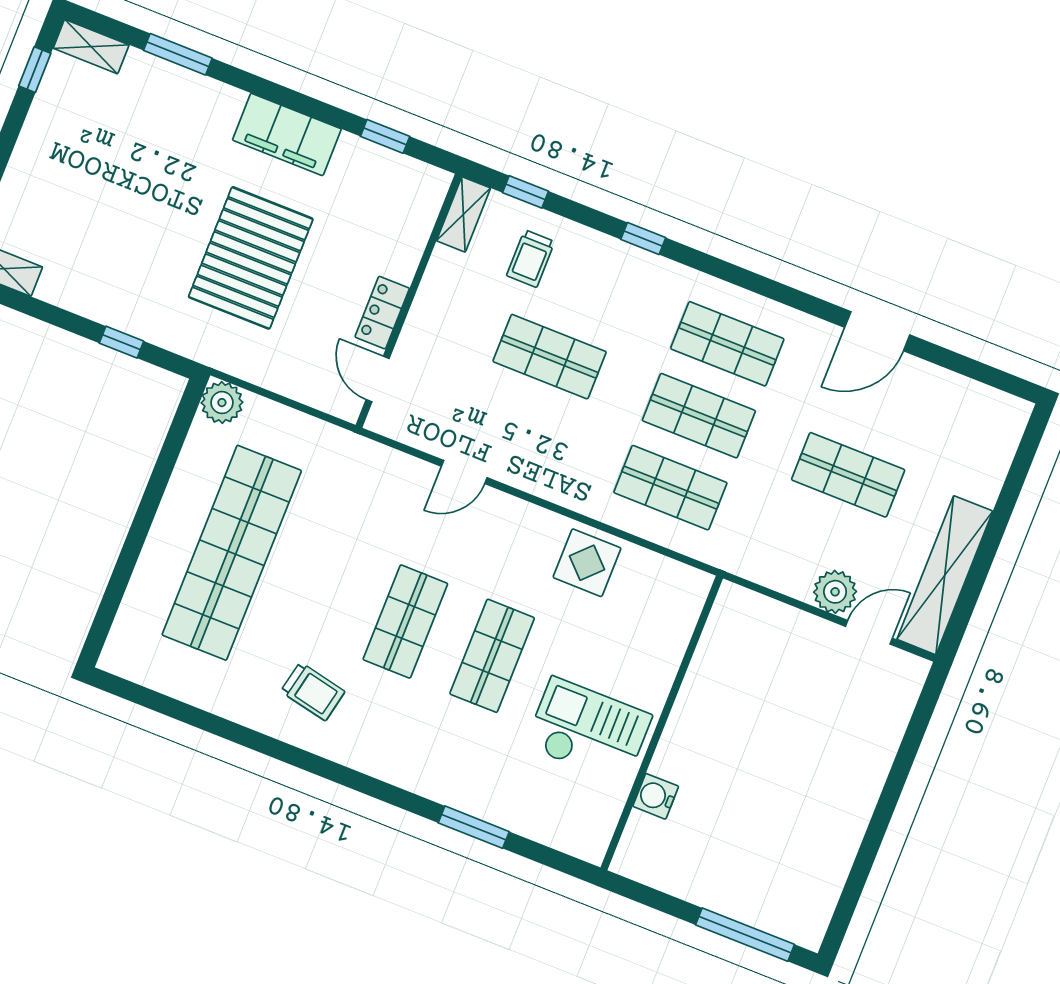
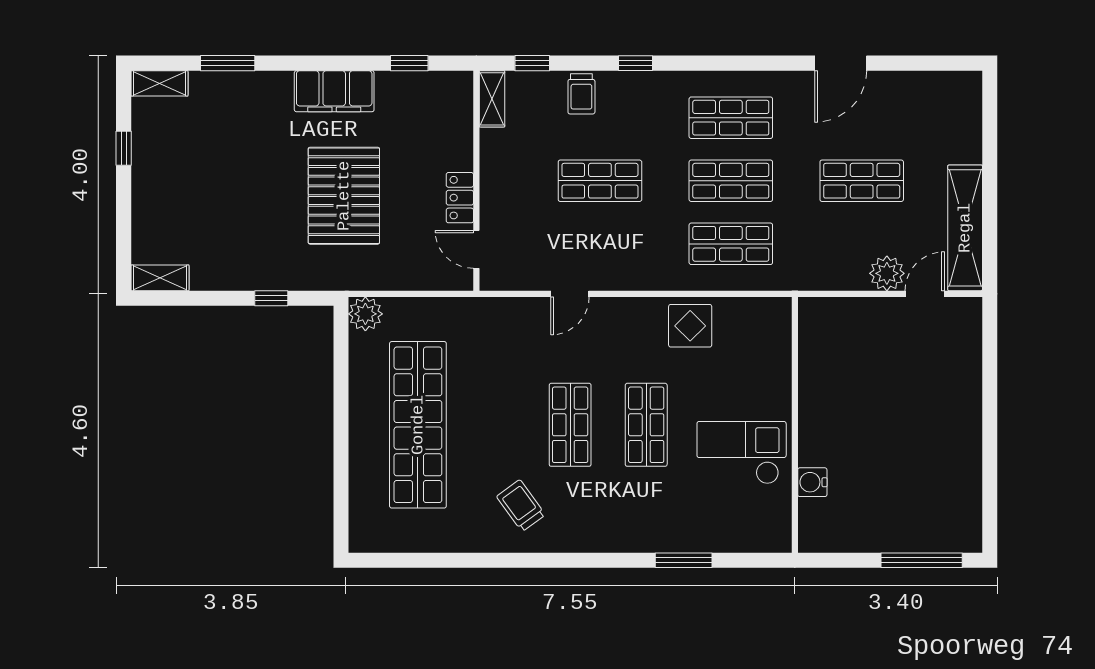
window: (35, 70) -> (124, 148), moved
trolley: (531, 259) -> (581, 94), moved
trolley: (313, 691) -> (521, 506), turned -138

